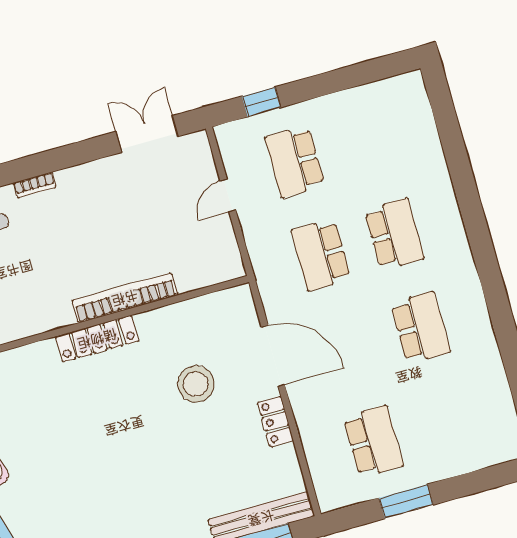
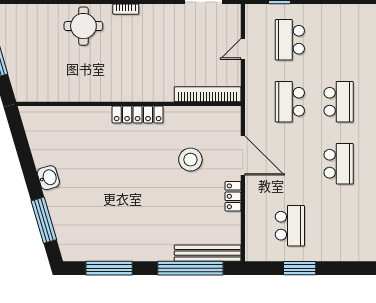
bookcase: (125, 298) -> (208, 94), moved

